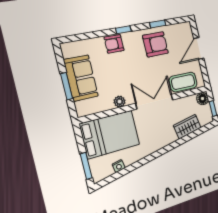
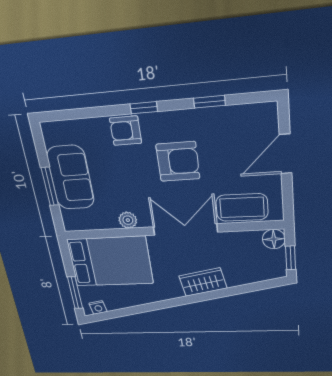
armchair: (155, 44) -> (178, 162), moved
wardrobe: (187, 127) -> (203, 282), moved
nightstand: (119, 166) -> (98, 307), moved

